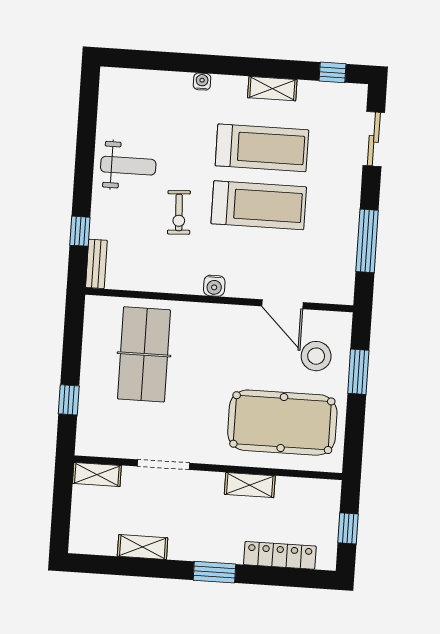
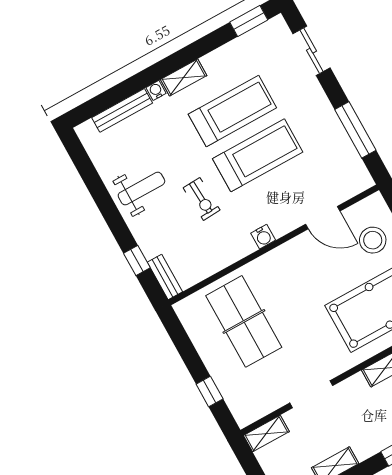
window: (332, 72) -> (249, 21), width x1.50
bench: (158, 80) -> (122, 110), added
shelving: (272, 89) -> (184, 78), moved

